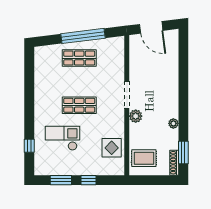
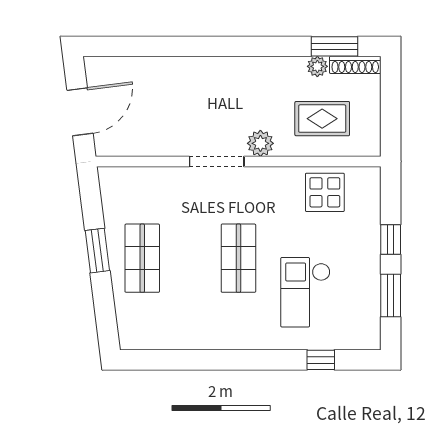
window: (83, 36) -> (97, 251), width x0.47
plant: (173, 123) -> (317, 66), moved
rug: (144, 158) -> (322, 119), moved, turned 90

